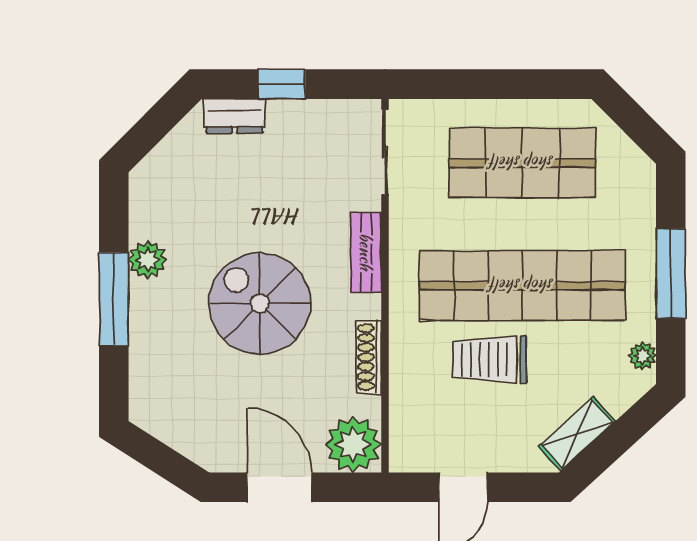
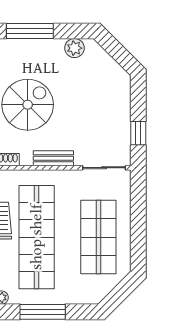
window: (282, 84) -> (138, 133), moved
dresser: (234, 116) -> (122, 92), removed
plant: (148, 260) -> (74, 48), moved

